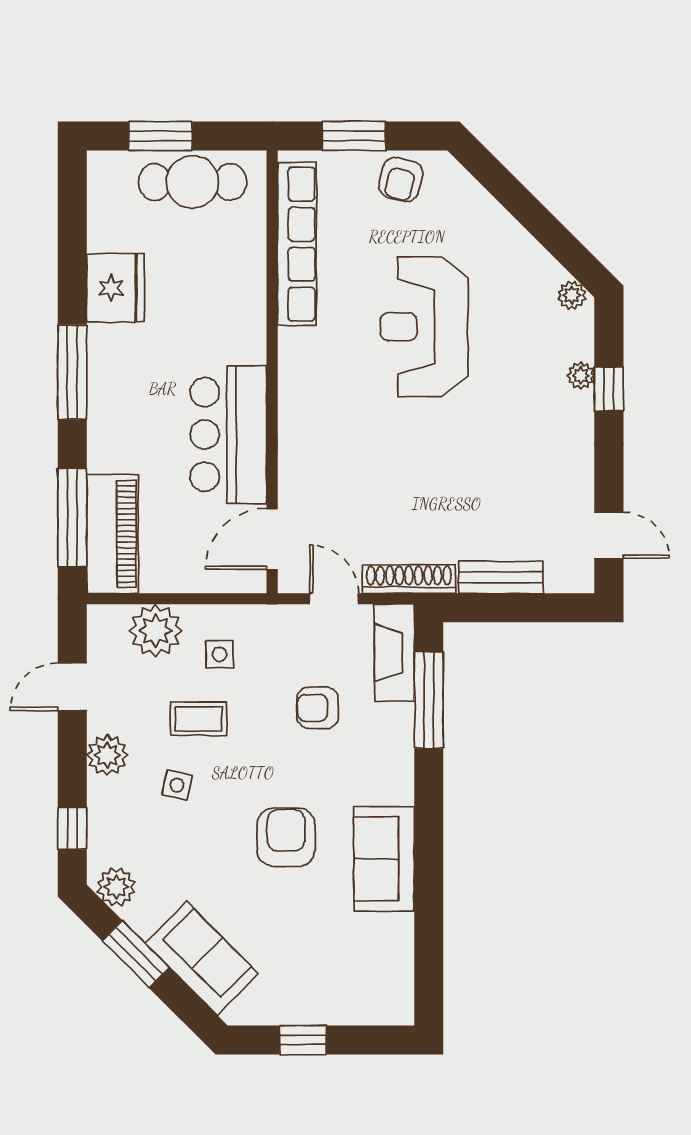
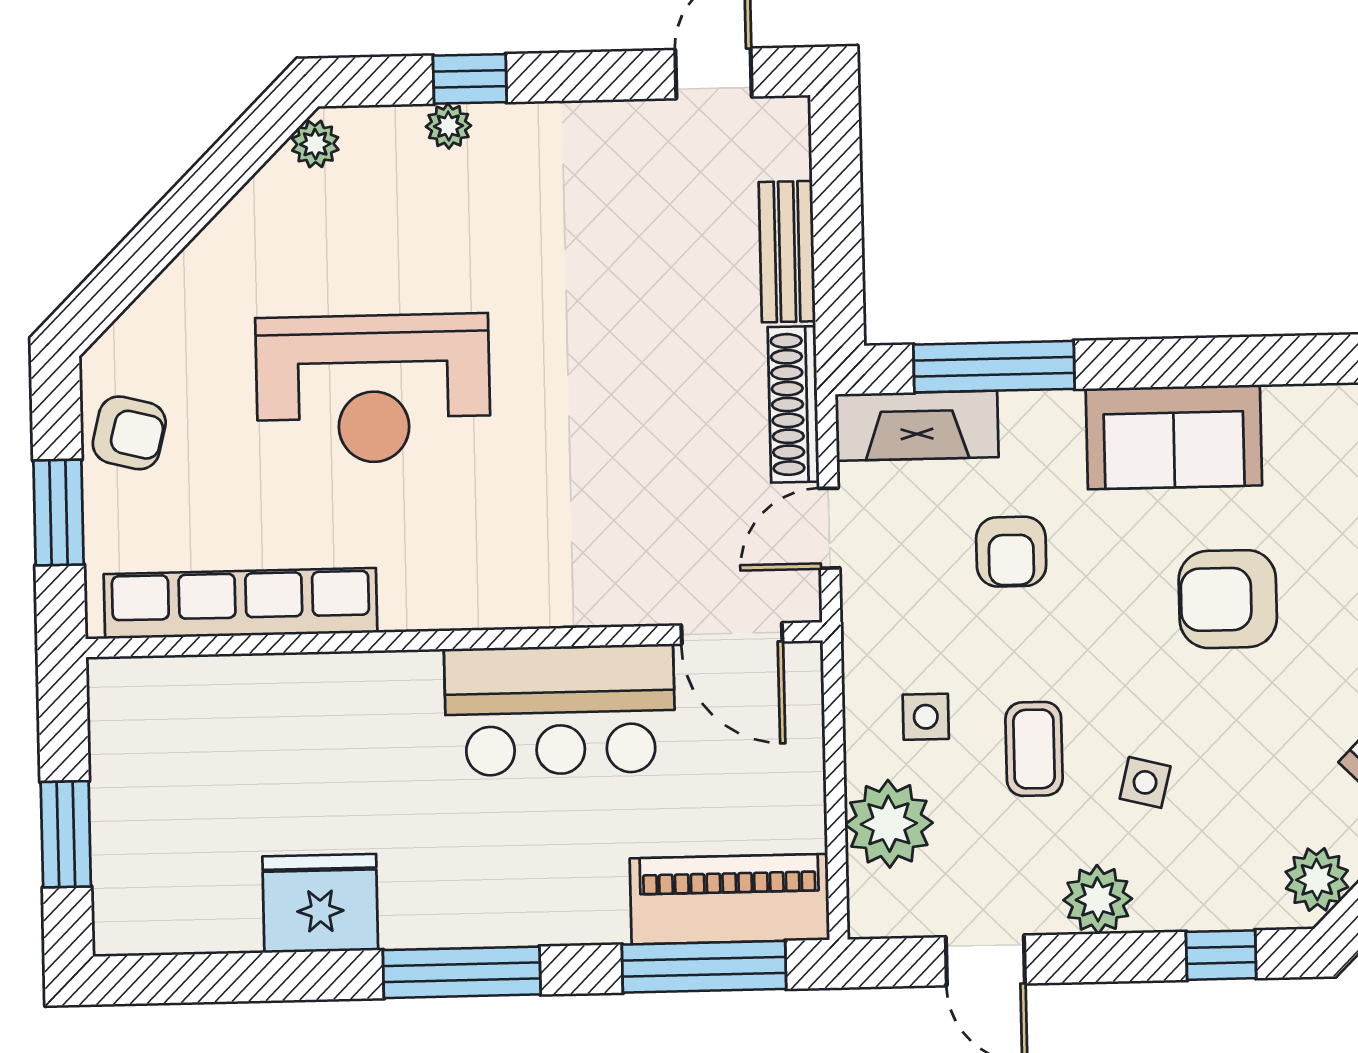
cafe table: (192, 182) -> (141, 779), removed
sofa: (384, 859) -> (1174, 437), moved

